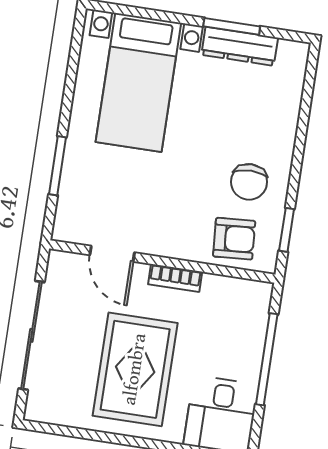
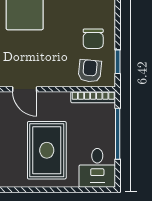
armchair: (234, 239) -> (90, 71), turned -81
bookcase: (175, 278) -> (93, 97), moved, width x1.56

